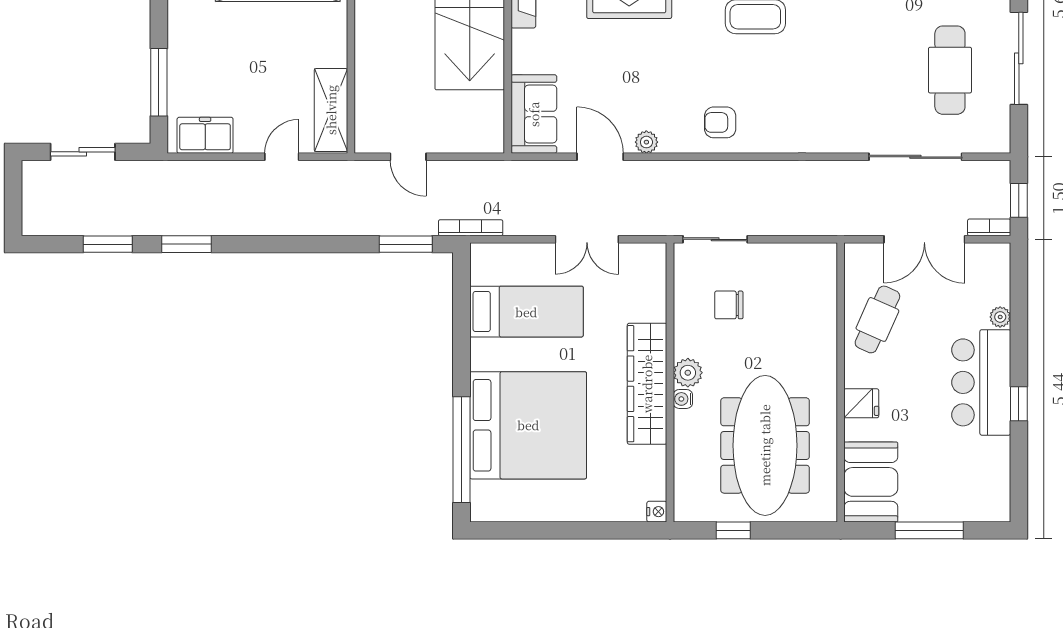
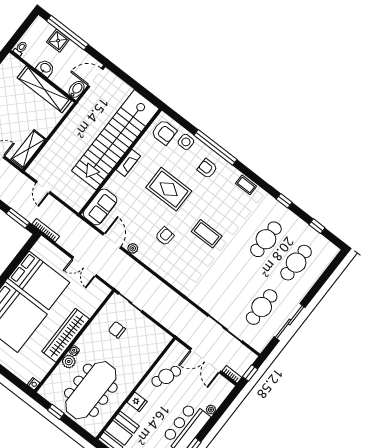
armchair: (720, 122) -> (165, 236), moved, turned 95
bed: (526, 312) -> (39, 280), width x1.50
plant: (688, 373) -> (69, 361), moved

